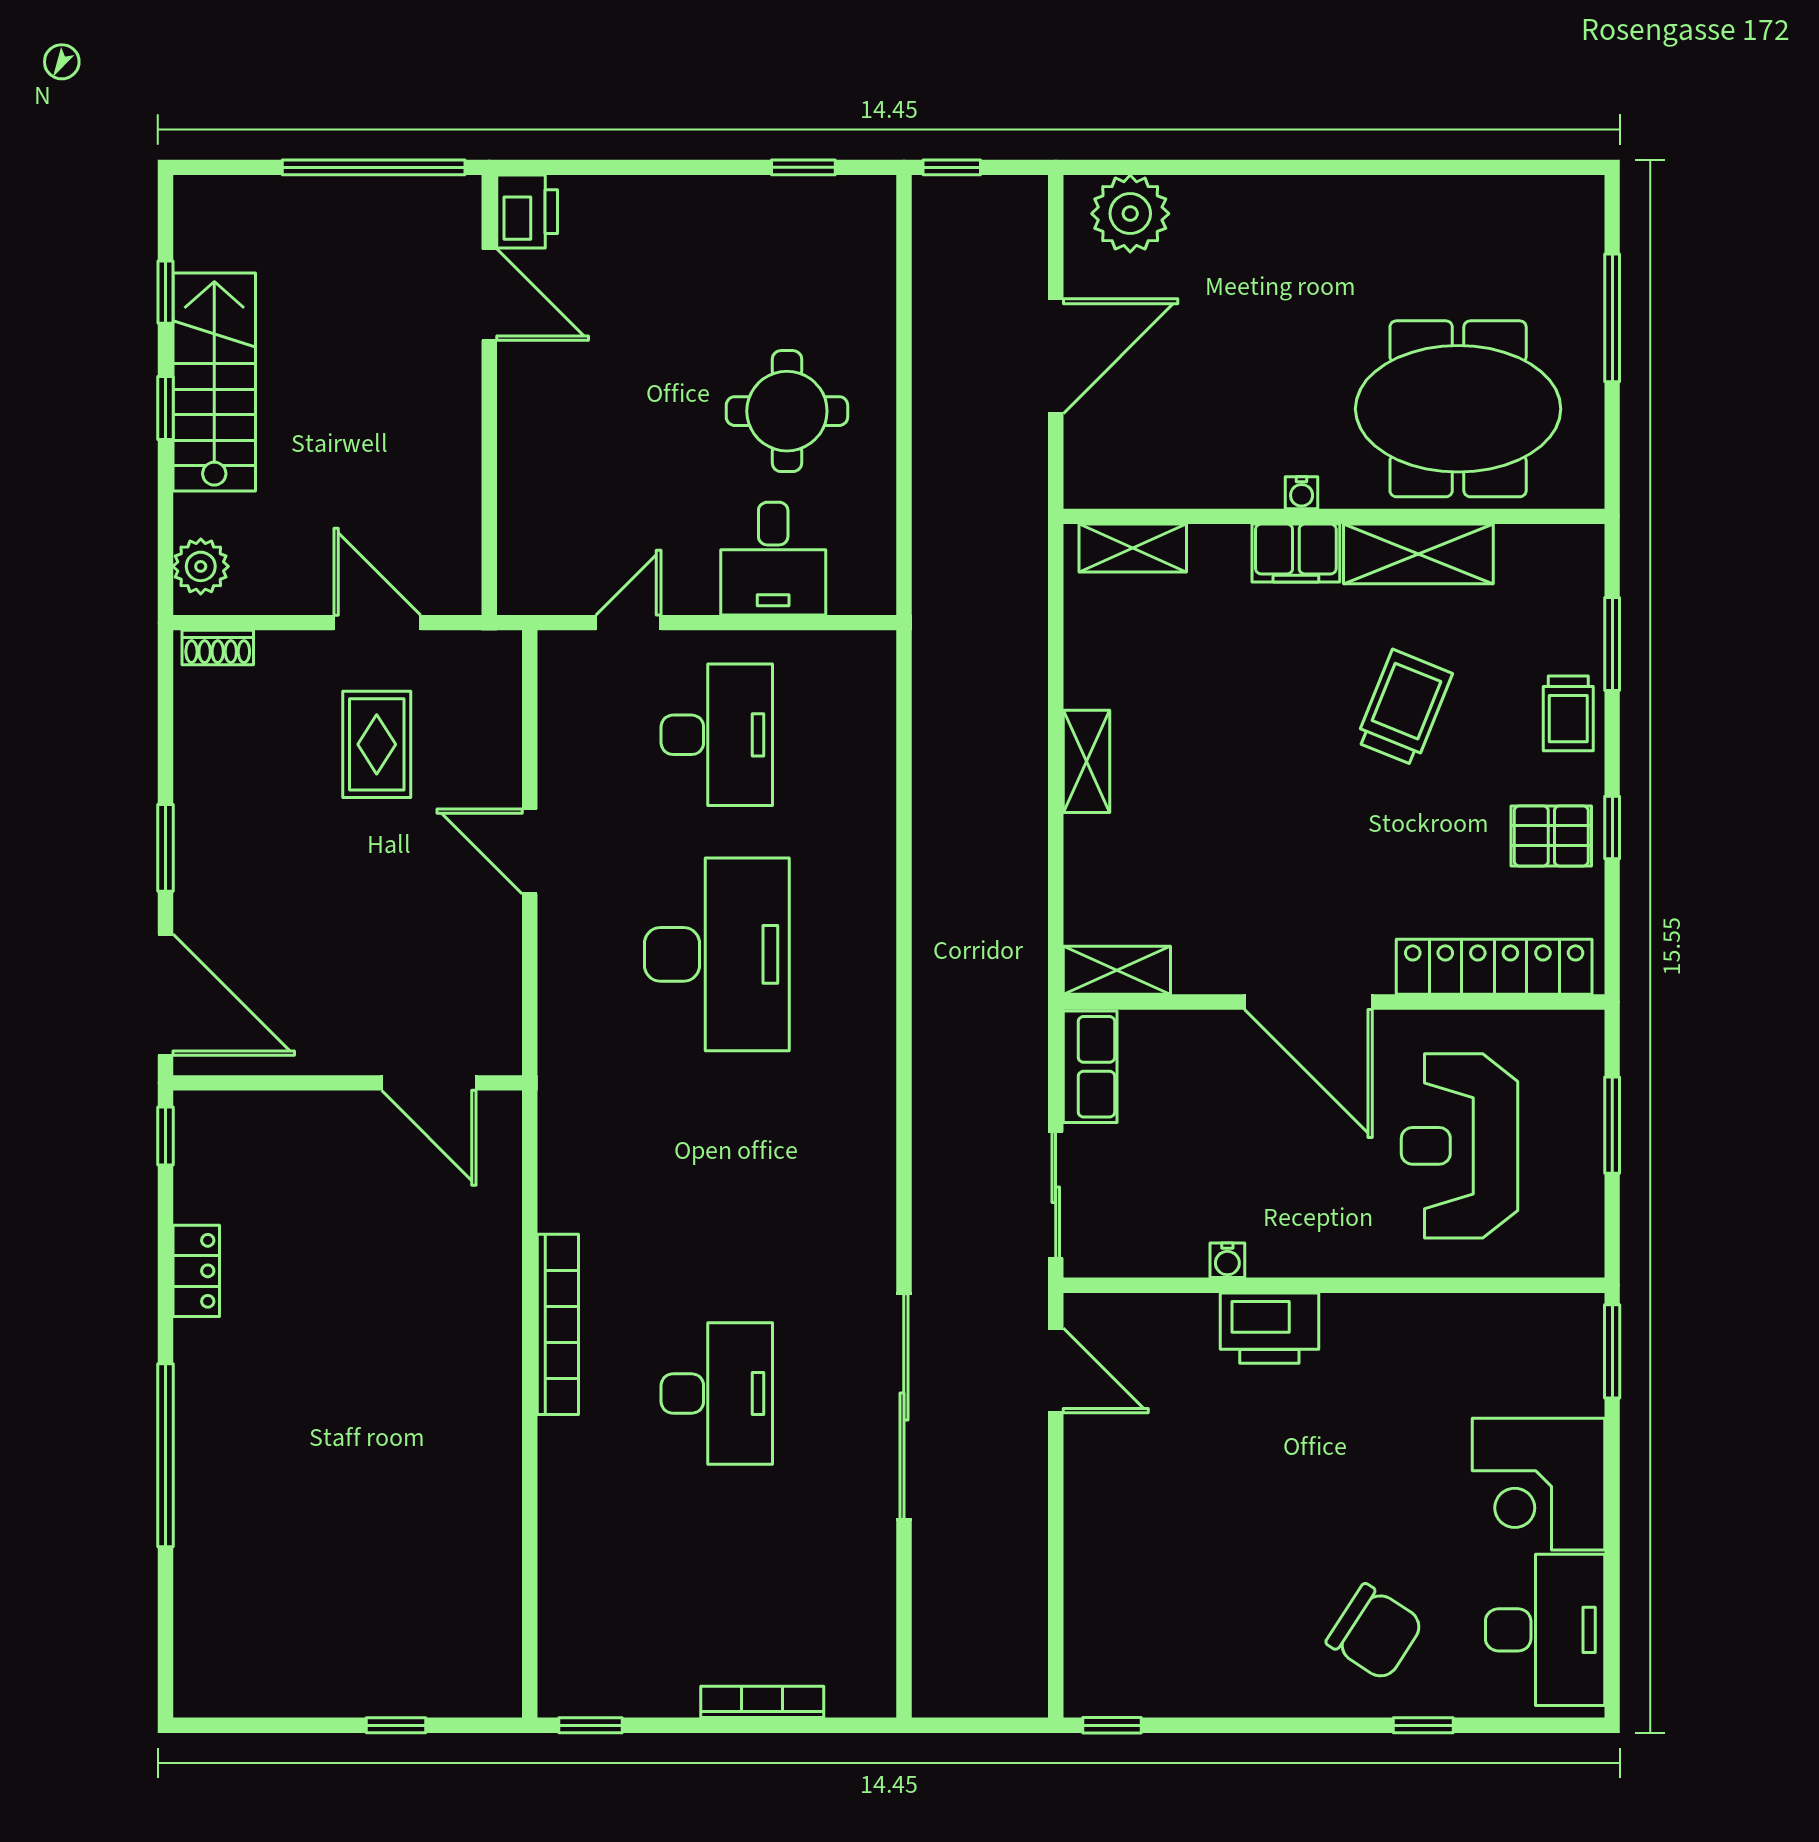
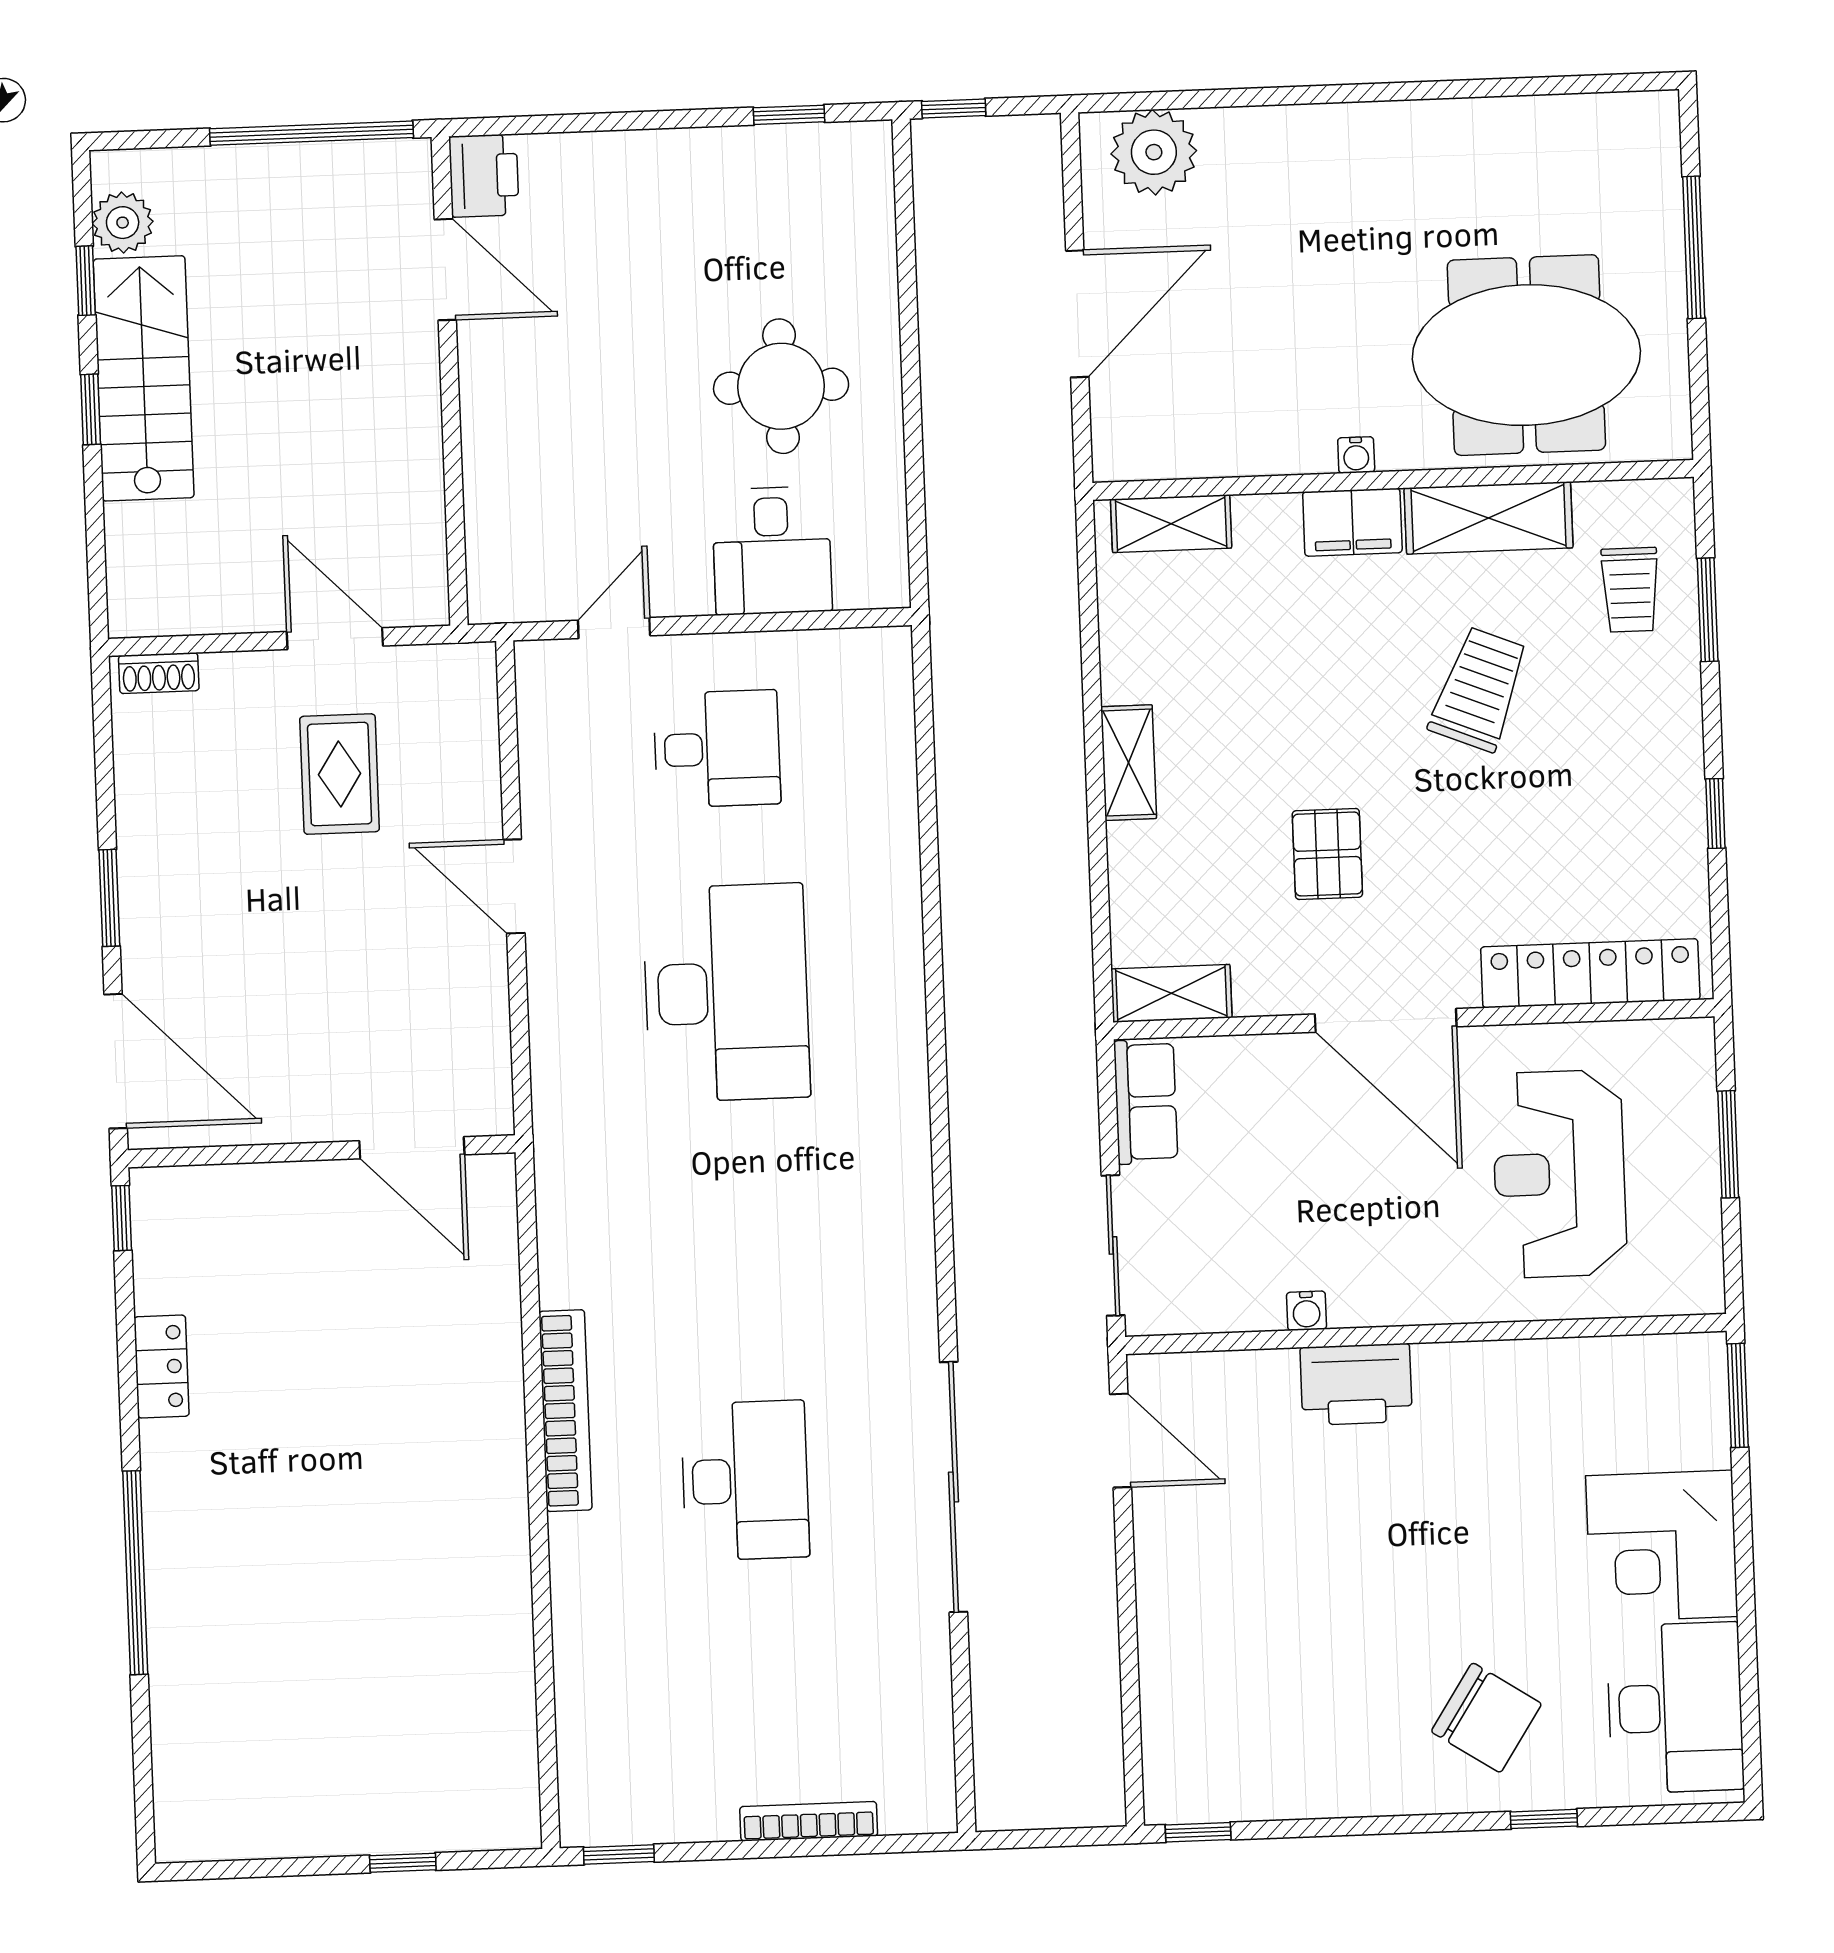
plant: (201, 566) -> (123, 223), moved
trolley: (1568, 713) -> (1630, 590), moved
desk: (717, 735) -> (717, 749), width x0.73
pallet: (1551, 836) -> (1327, 854), moved, turned 90

